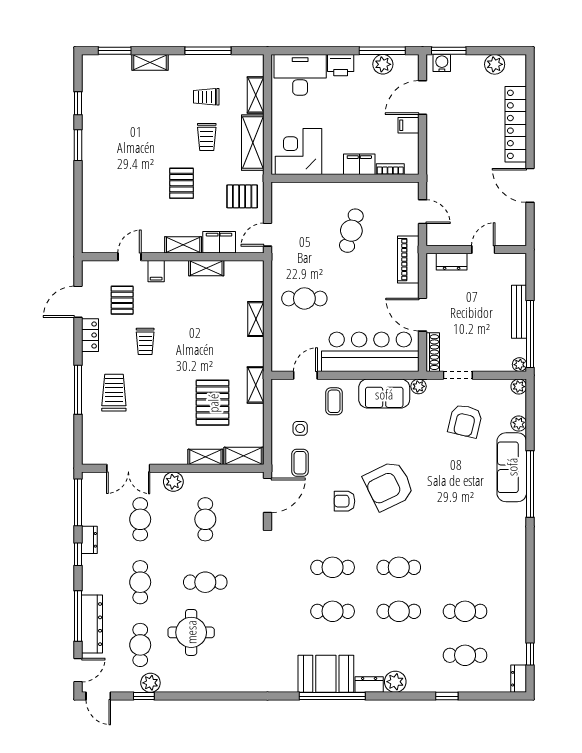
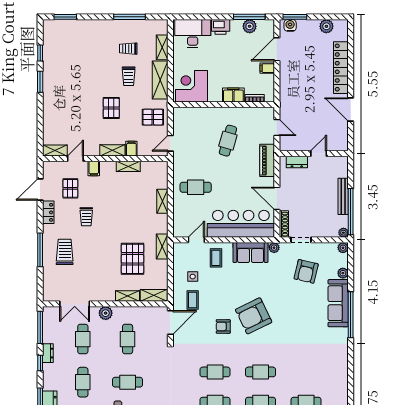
shelving: (150, 62) -> (55, 150), moved
filing cabinet: (219, 242) -> (131, 149), width x0.50

